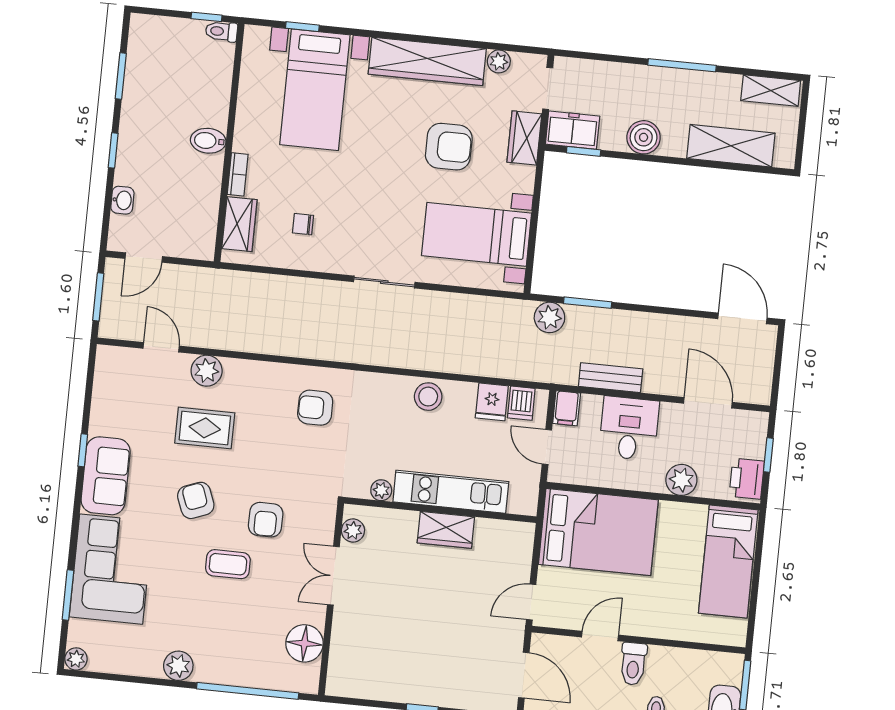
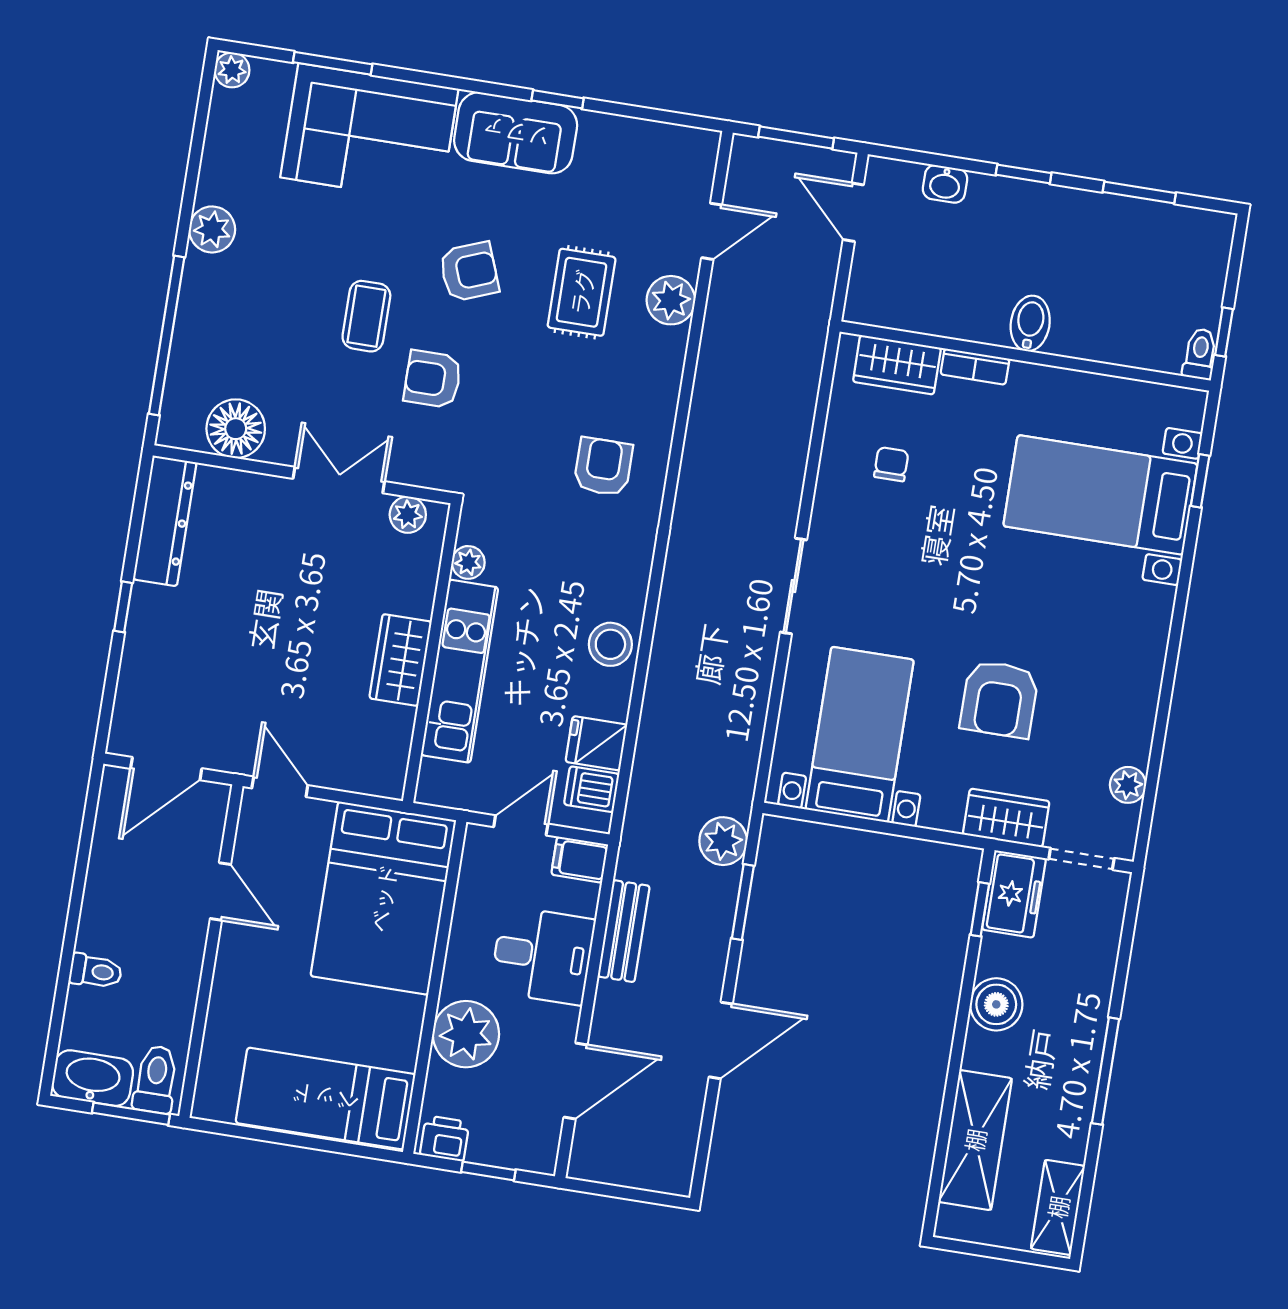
wardrobe: (427, 61) -> (1135, 673), removed
door: (742, 318) -> (721, 1040), moved
printer: (747, 479) -> (445, 1138), width x0.73, depth x0.81
plant: (681, 480) -> (466, 1034), width x1.36, depth x1.36
toilet: (633, 664) -> (156, 1079), moved, turned 90
dresser: (366, 685) -> (165, 521), added

